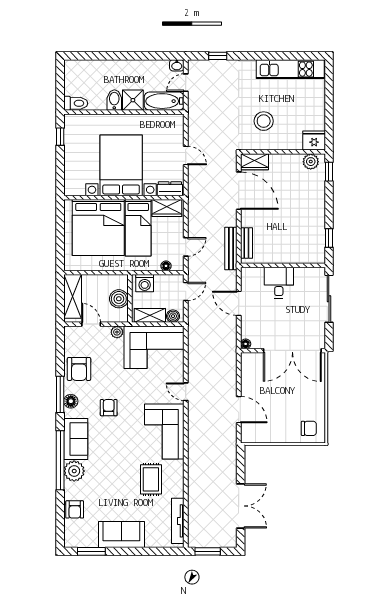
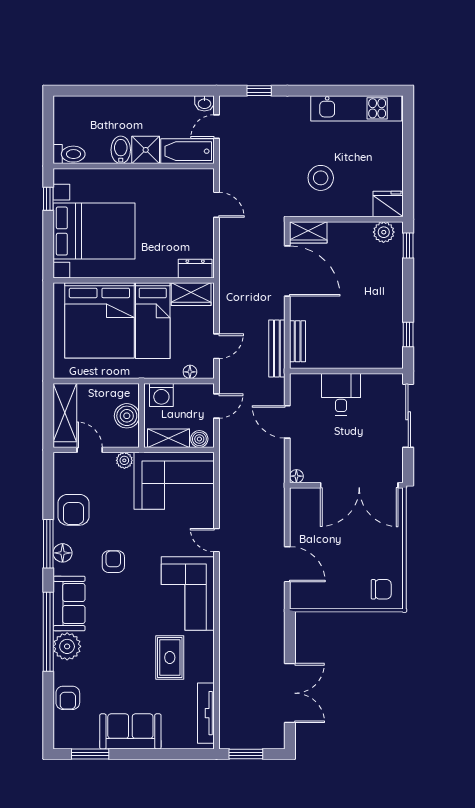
door: (186, 156) -> (216, 205), moved
bed with nightstands: (121, 165) -> (94, 231), moved, turned 90

